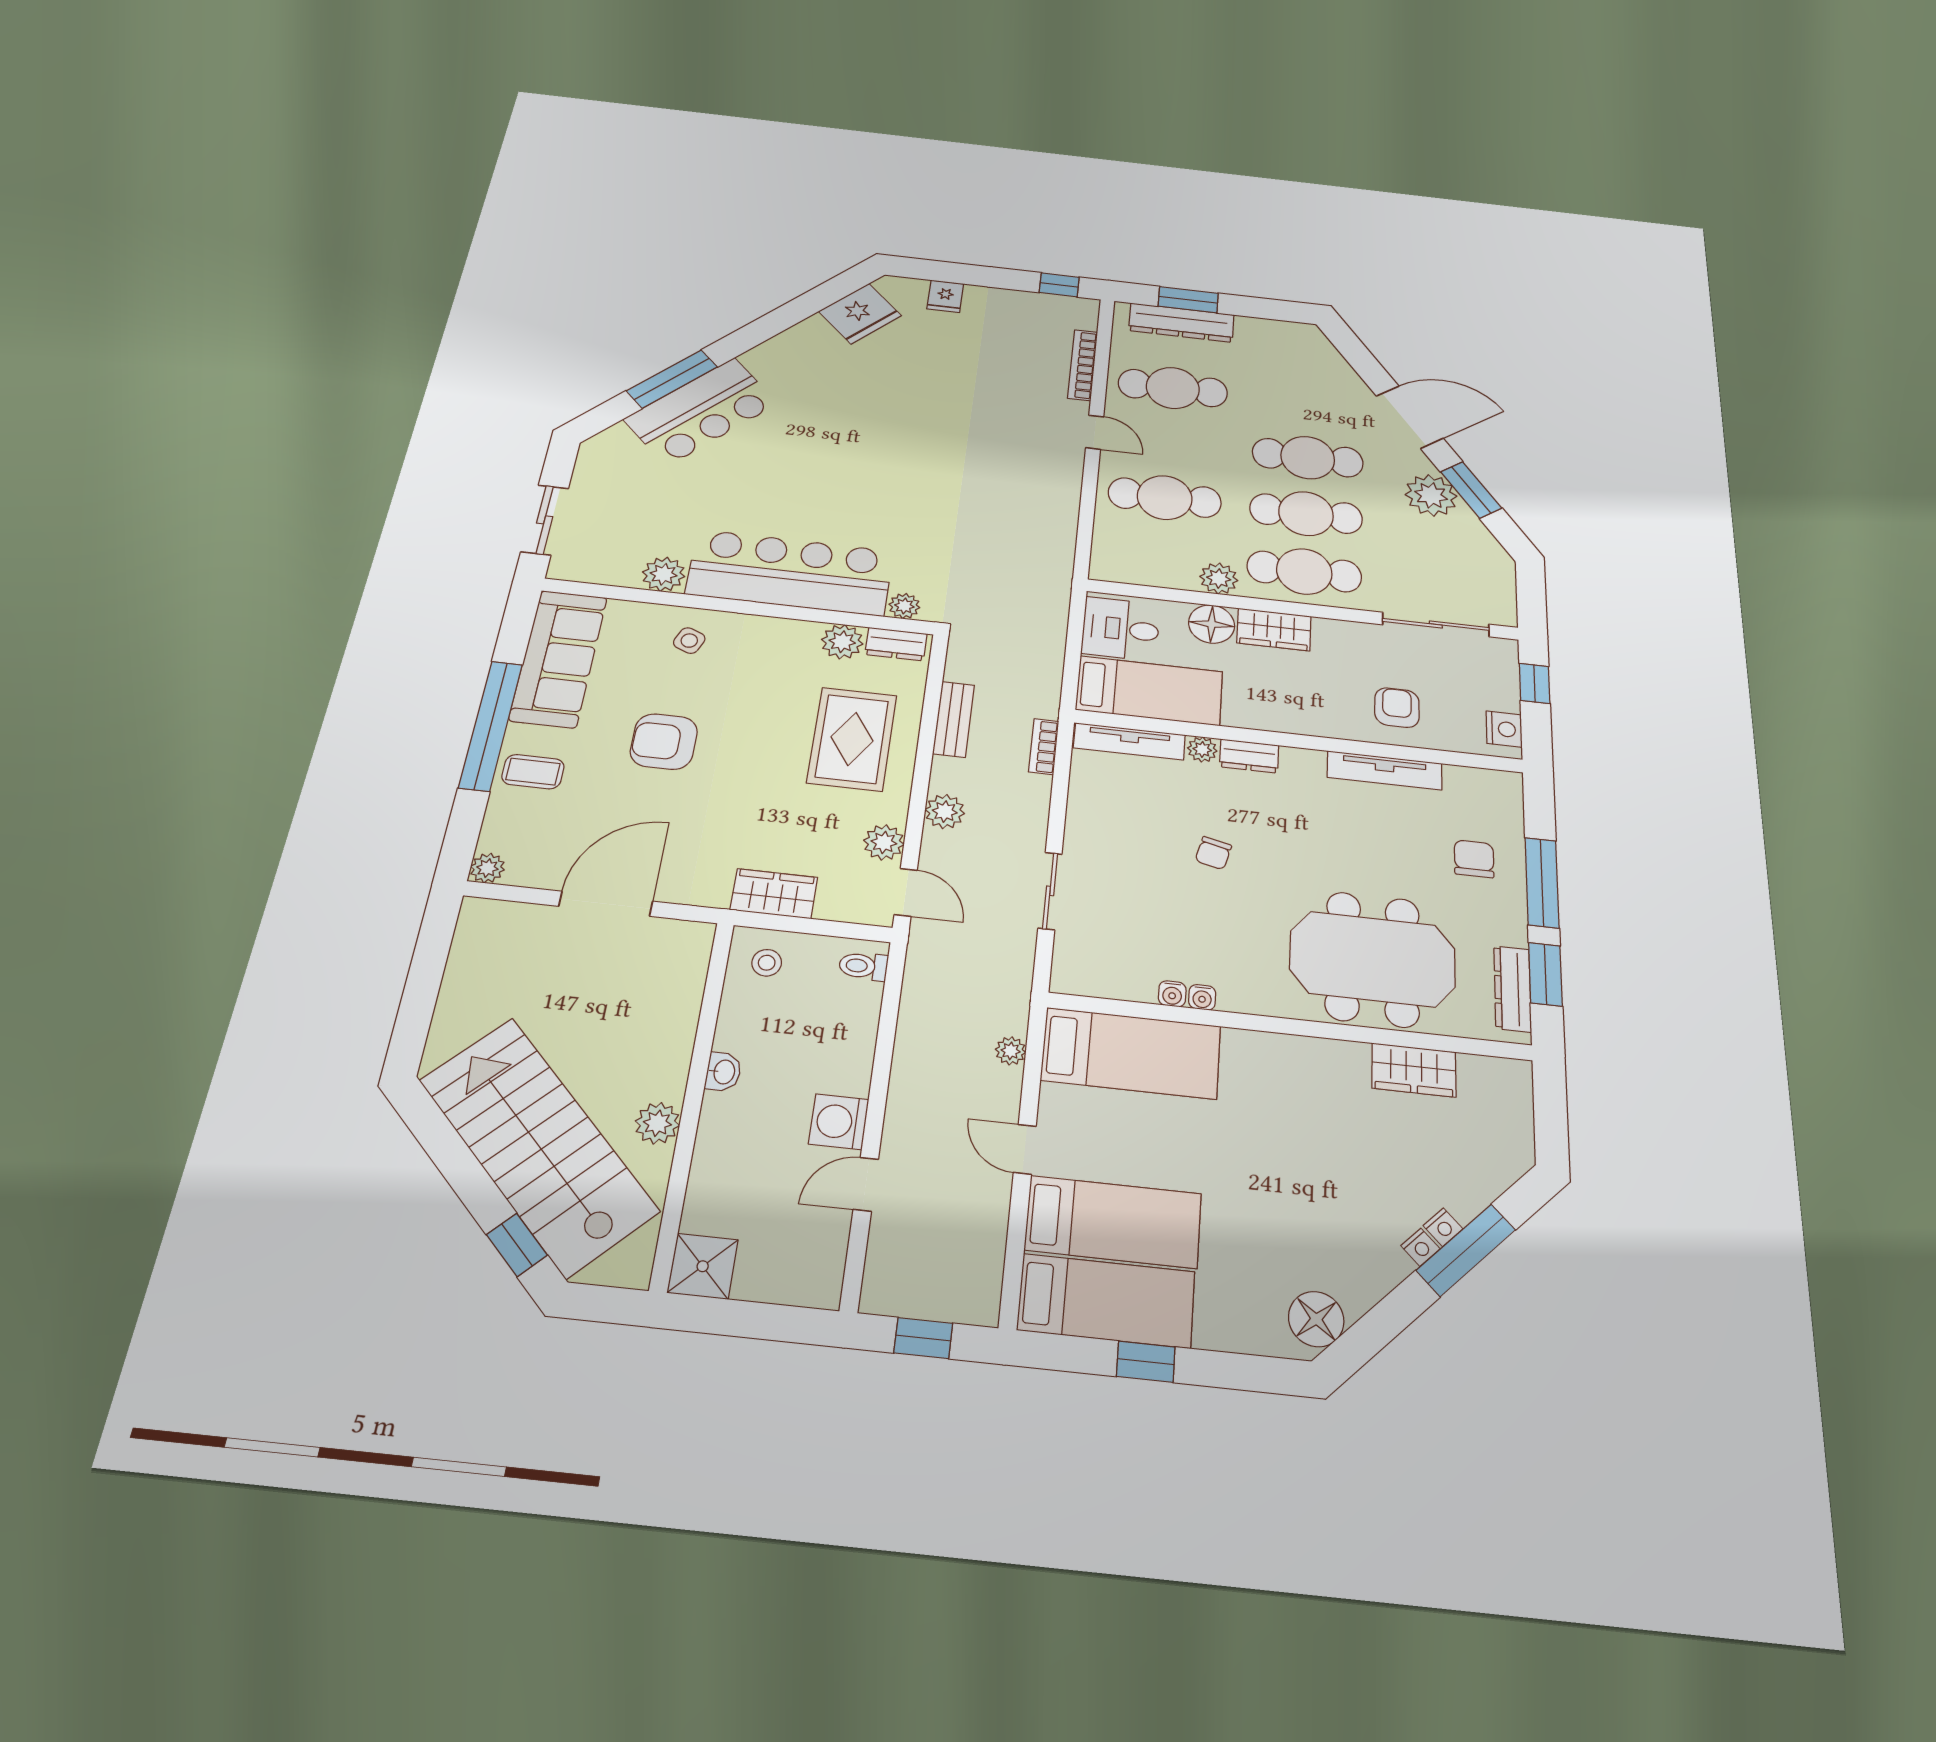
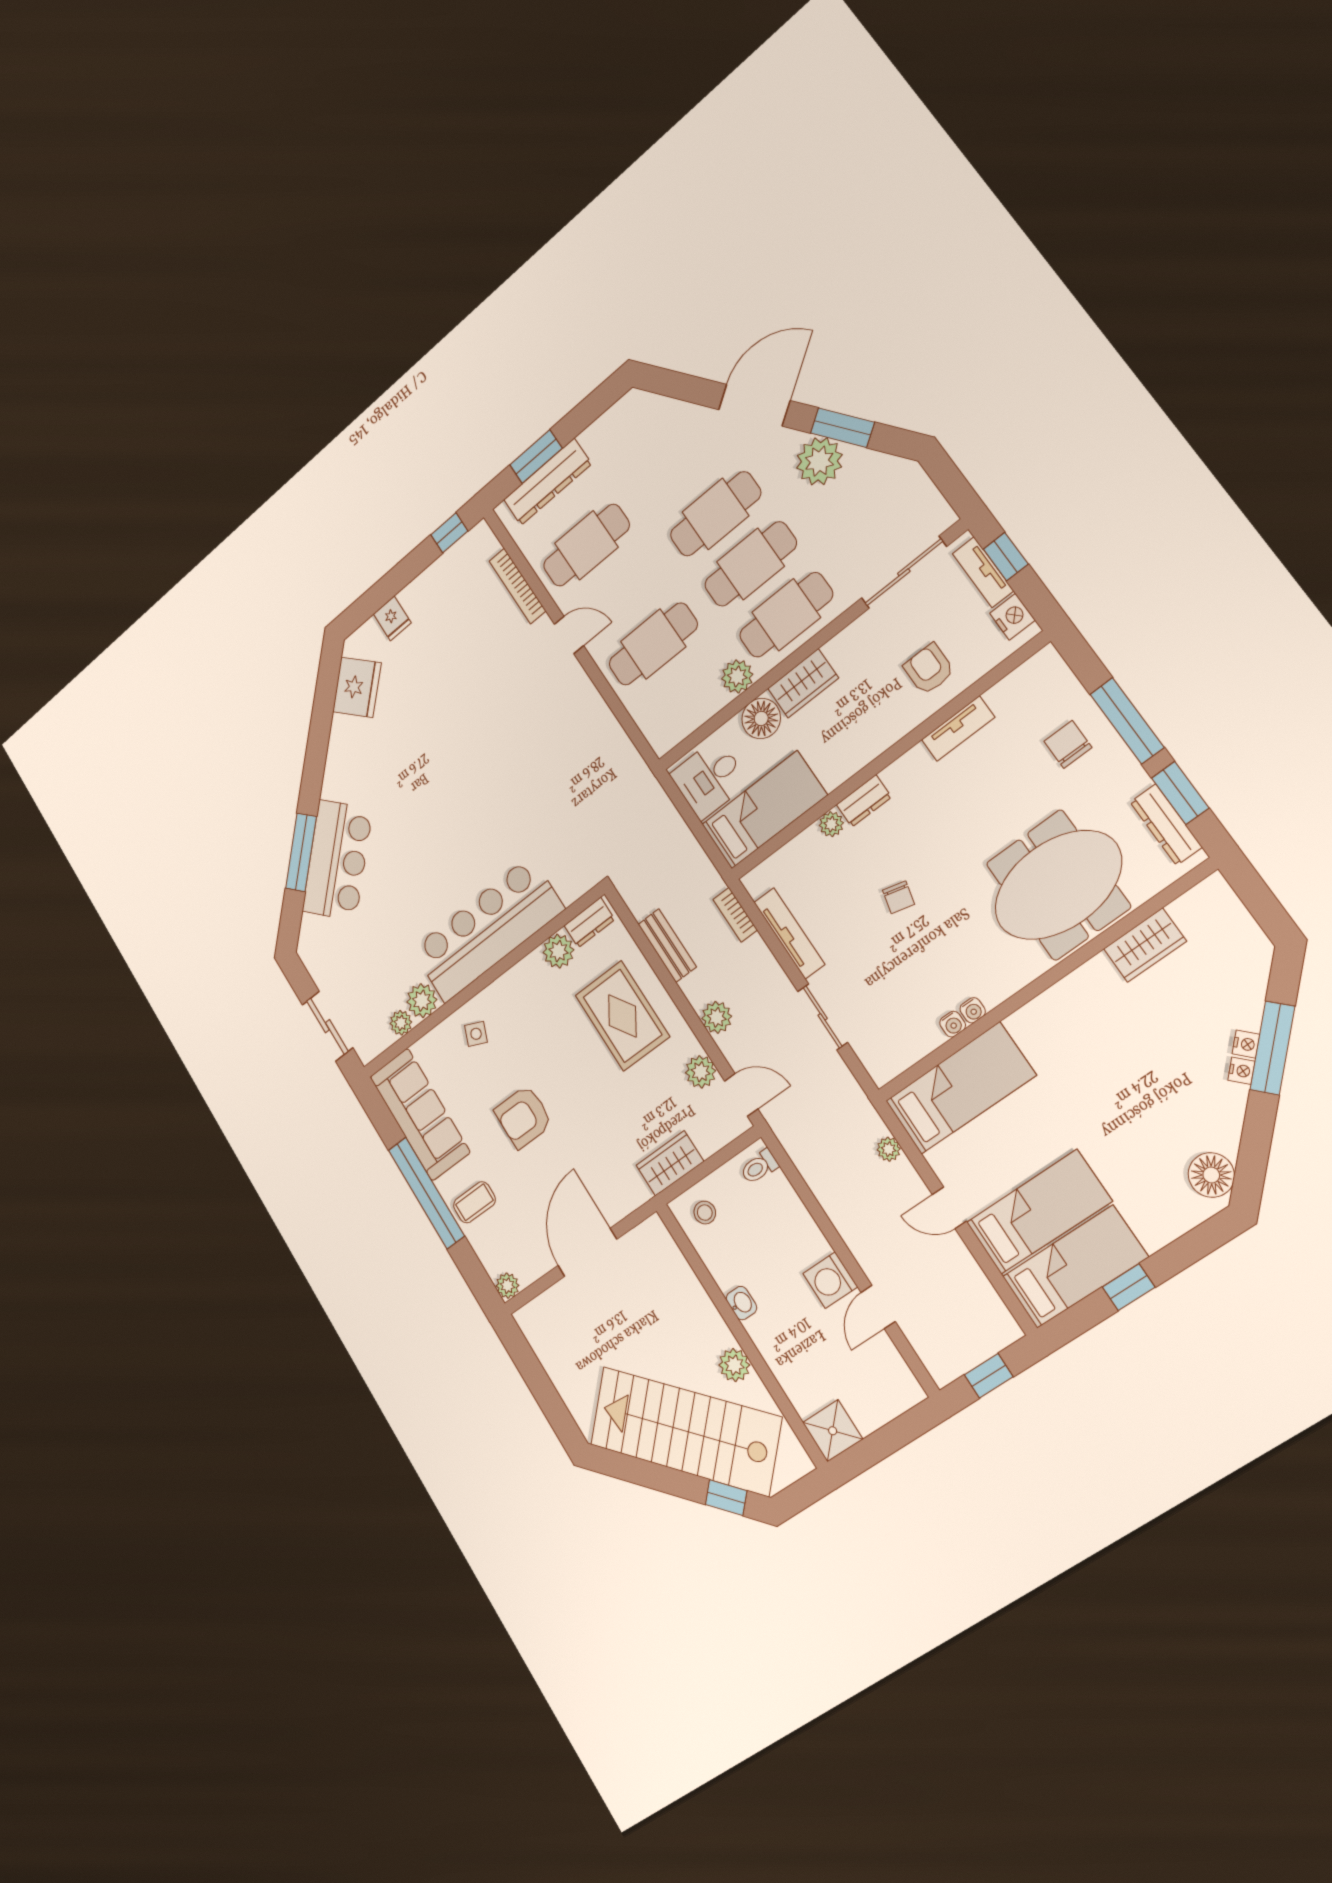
plant: (904, 606) -> (401, 1023), moved
tv unit: (1505, 678) -> (983, 572), added
tv unit: (1129, 741) -> (789, 933), moved, turned -90
tv unit: (1385, 770) -> (958, 729), width x0.71

